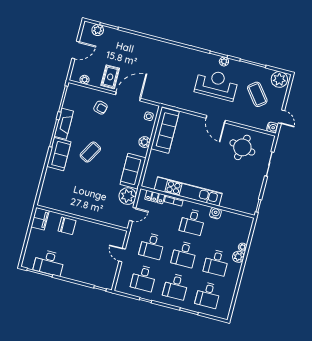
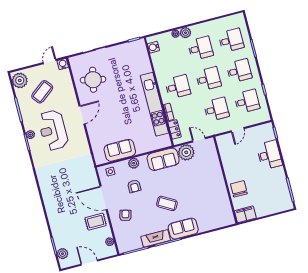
sofa: (165, 130) -> (120, 150), width x0.73
armchair: (123, 131) -> (134, 186), added
water cooler: (215, 213) -> (153, 47), moved
desk: (49, 263) -> (269, 155), moved

